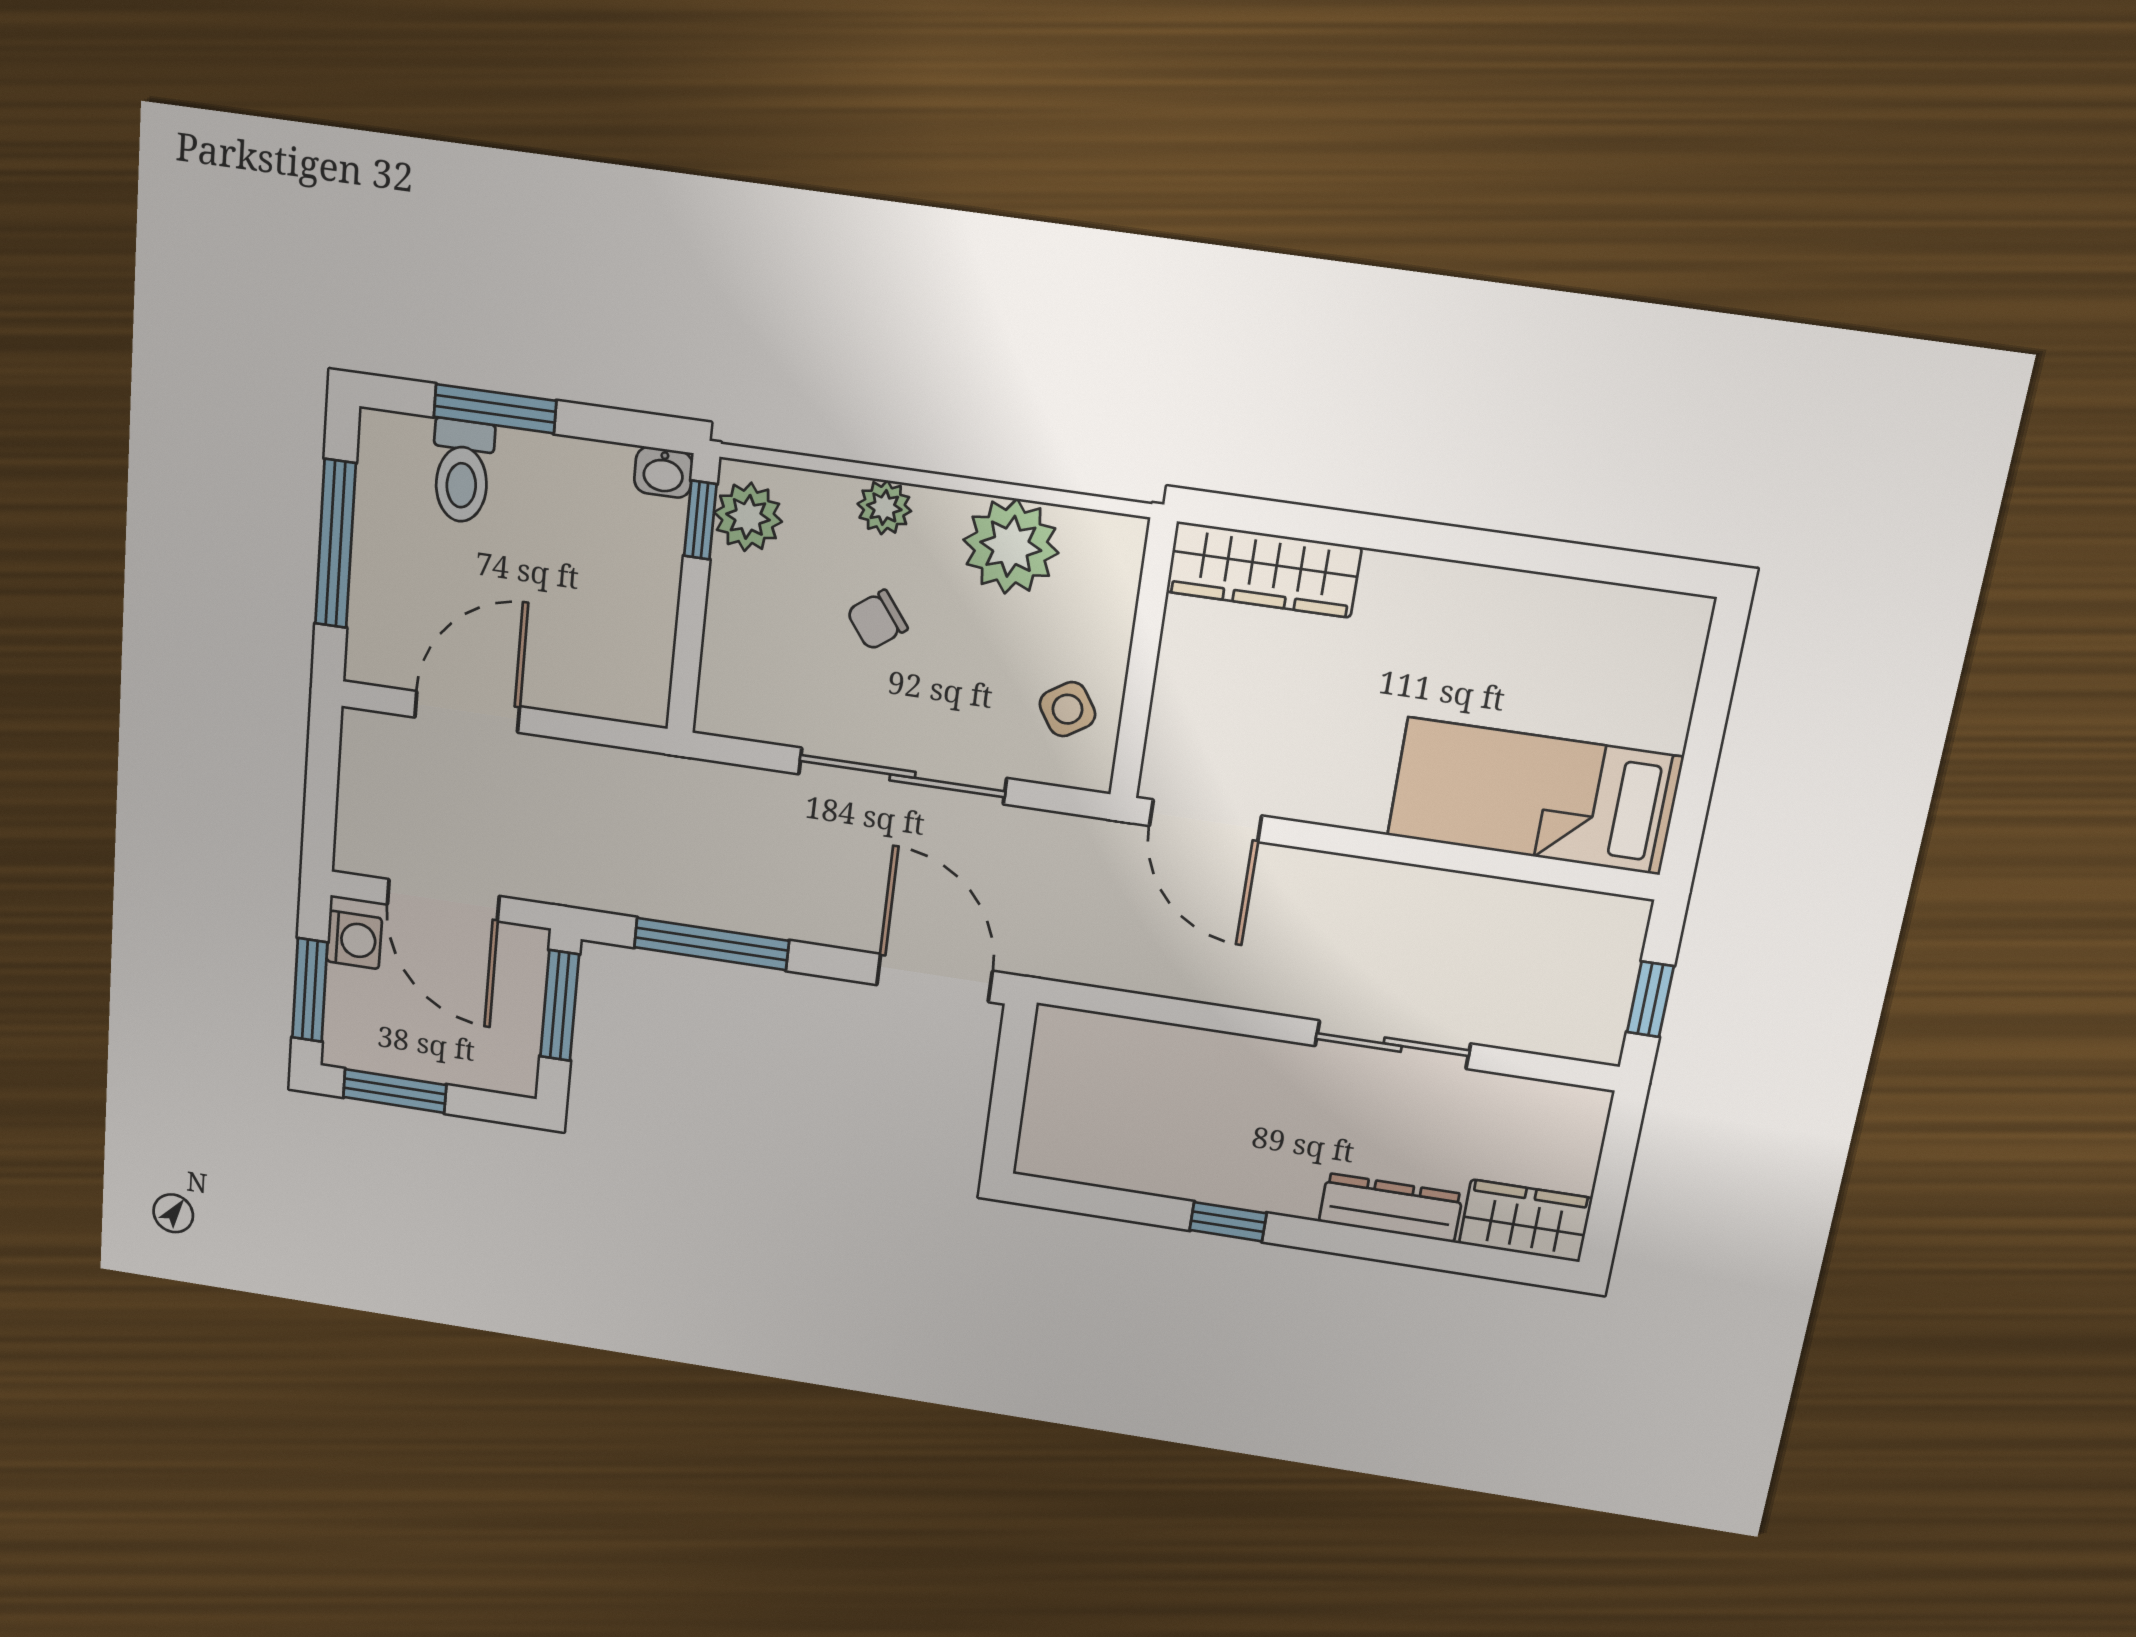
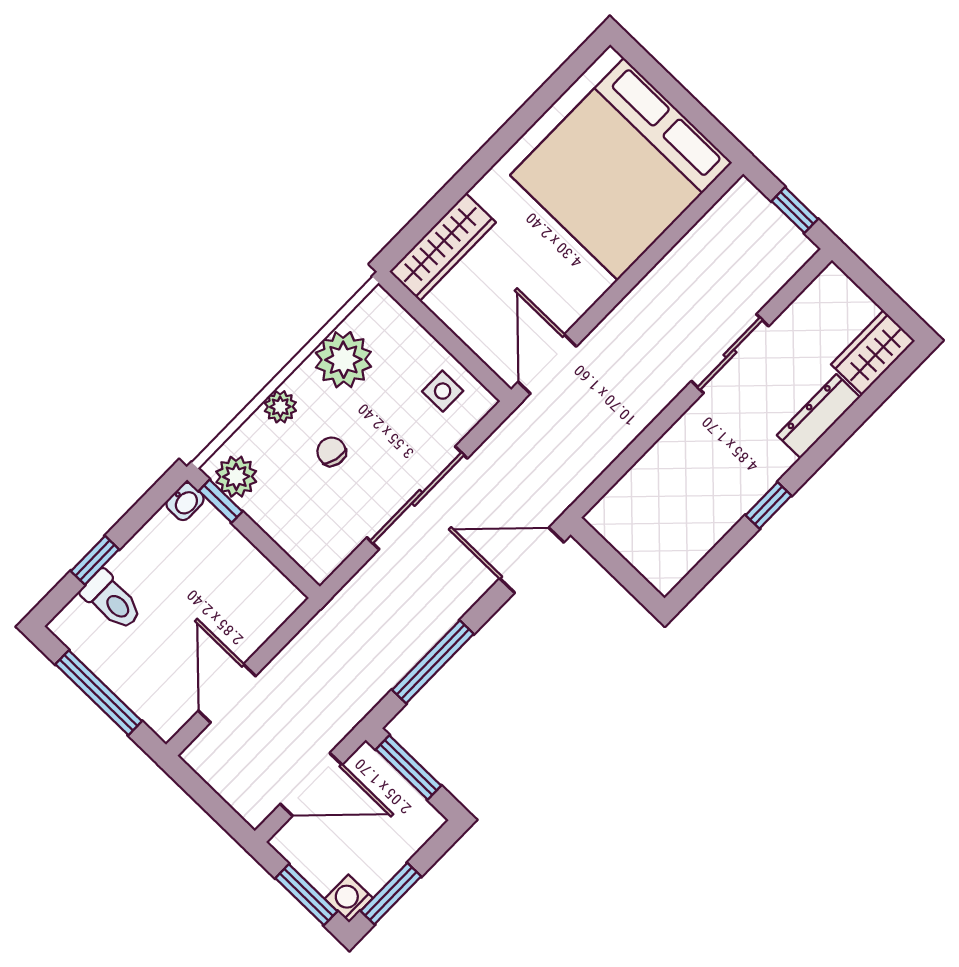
window: (495, 409) -> (95, 560), width x0.67
chair: (877, 620) -> (331, 452), turned 140
side table: (1067, 709) -> (443, 391), turned 33
bed: (1534, 796) -> (621, 169), width x2.04
door: (1205, 821) -> (547, 364), swing flipped
washing machine: (354, 940) -> (349, 899), moved, turned -90

